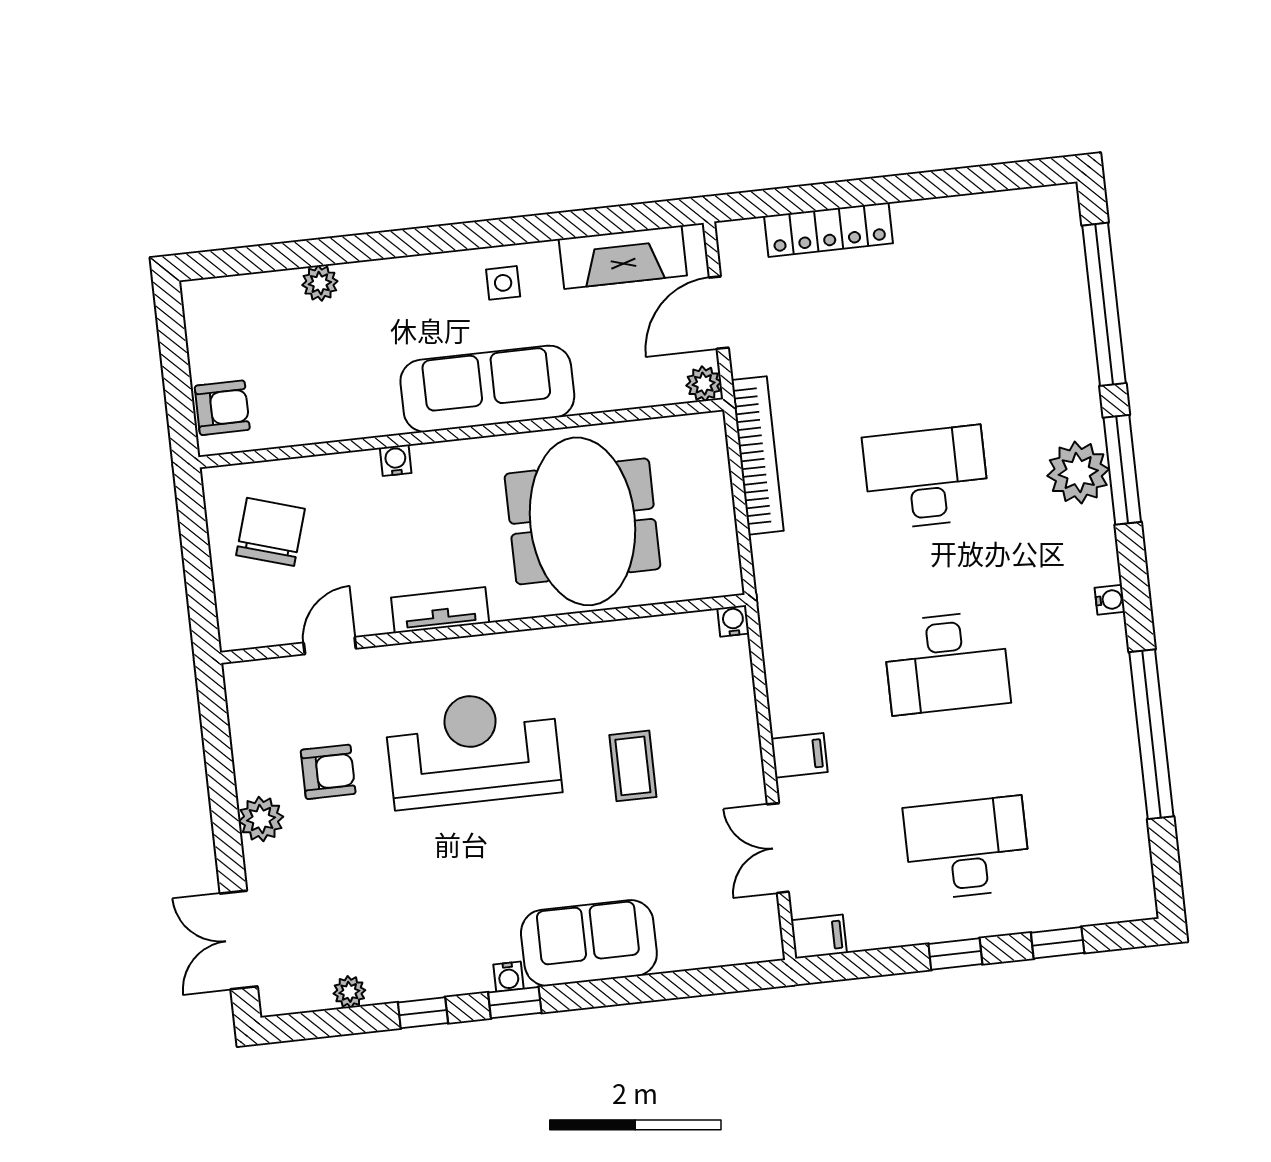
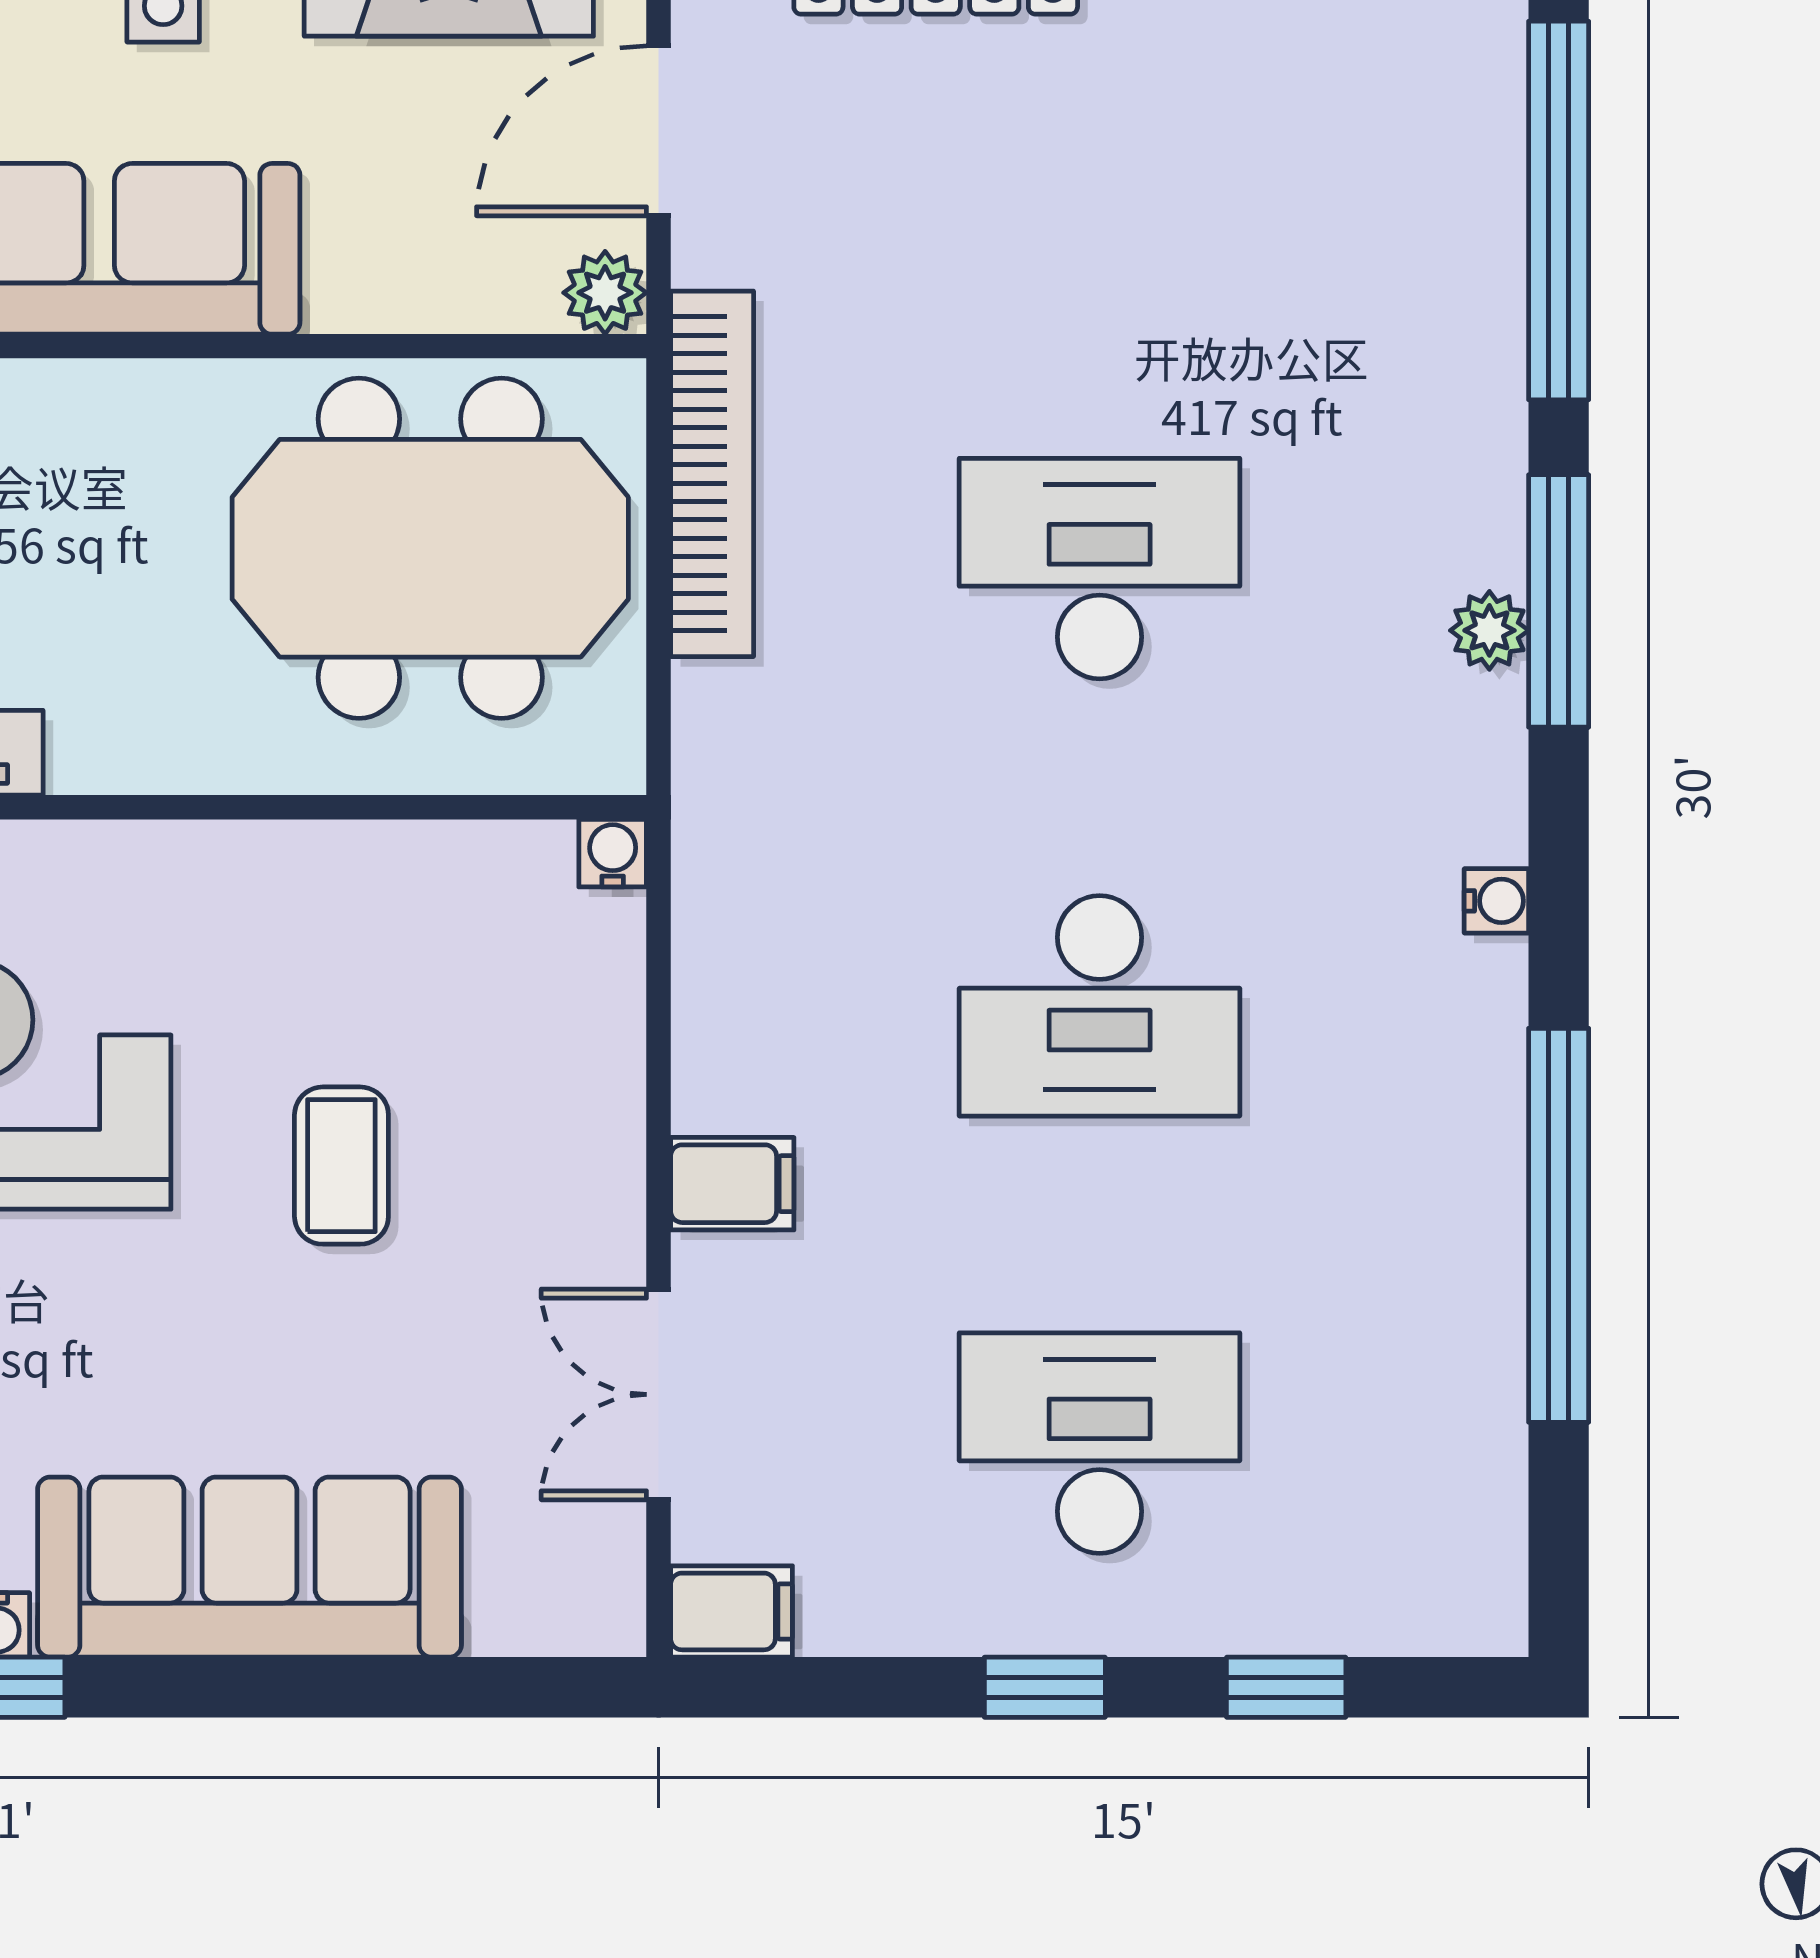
plant: (1078, 473) -> (1489, 630), width x0.53, depth x0.53
meeting table: (583, 521) -> (430, 548), moved, turned 90
sofa: (589, 943) -> (250, 1567), width x1.36

